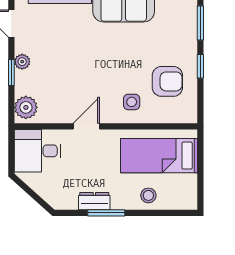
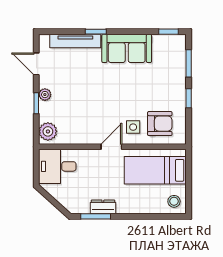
armchair: (167, 81) -> (160, 124), moved
door: (86, 126) -> (111, 147), moved
stool: (148, 195) -> (174, 201), moved
window: (106, 213) -> (96, 216), moved

